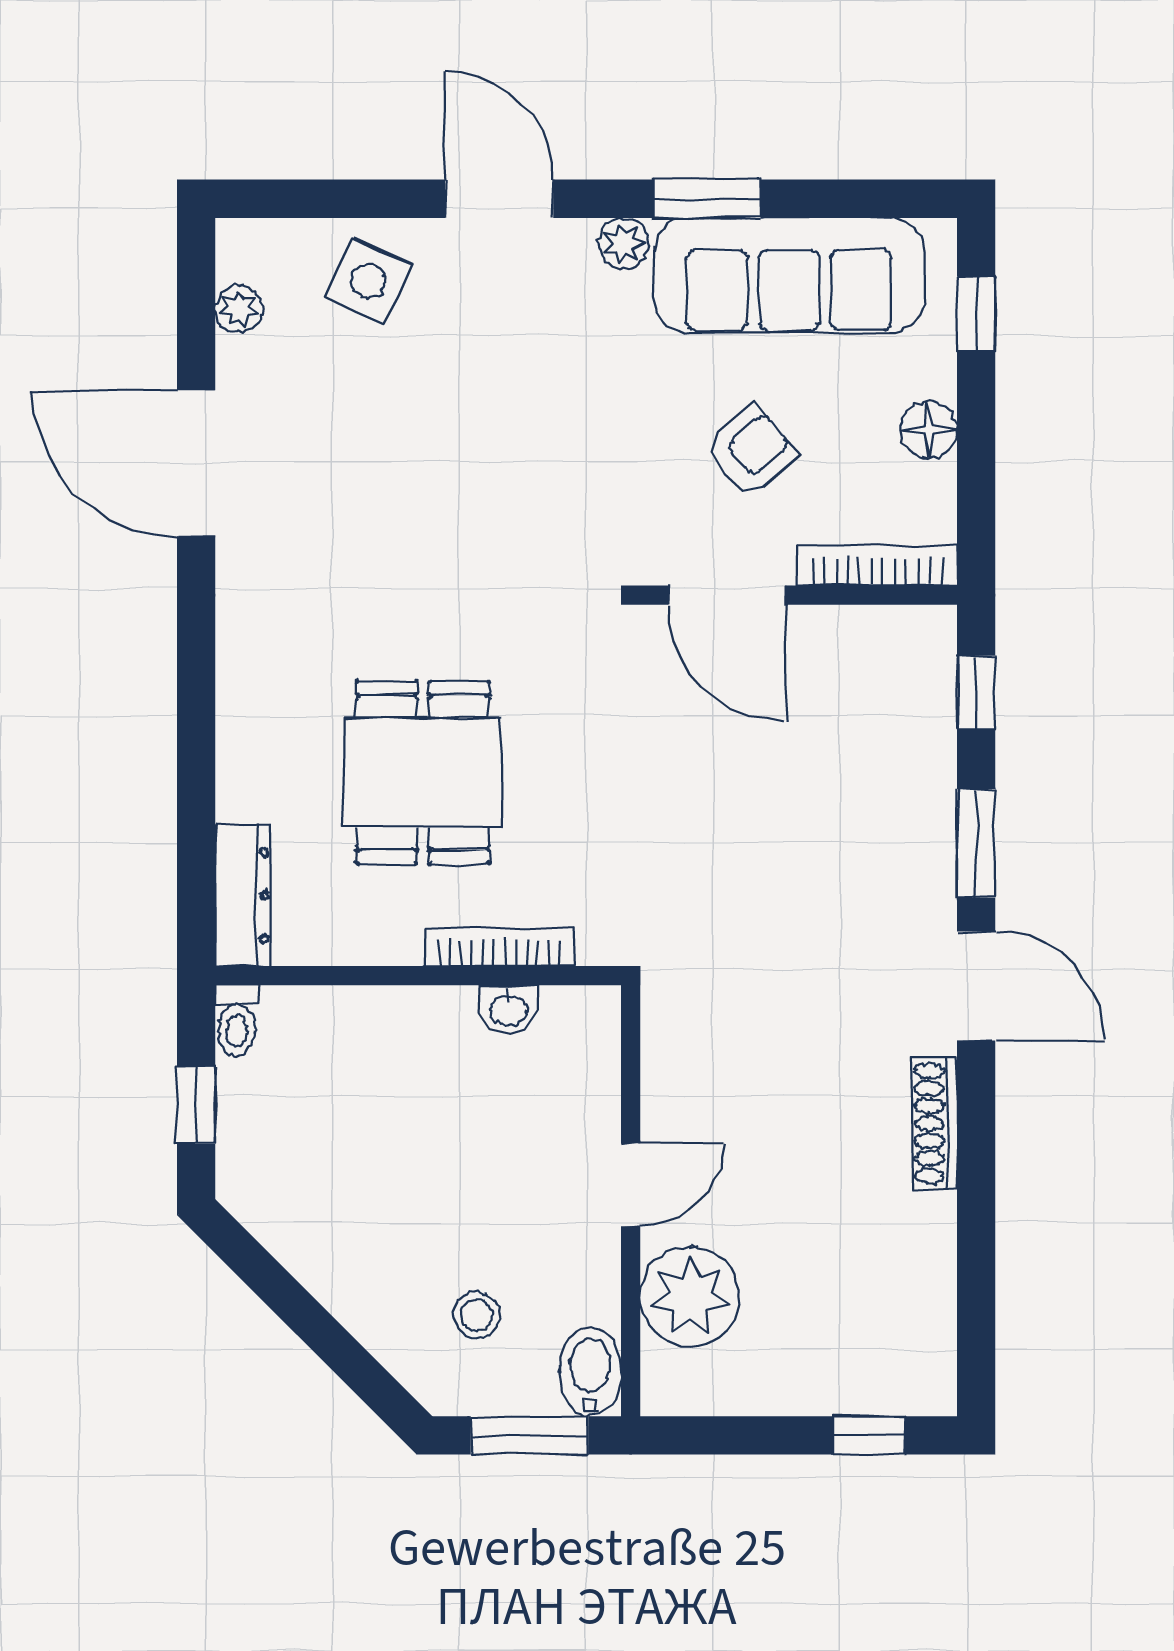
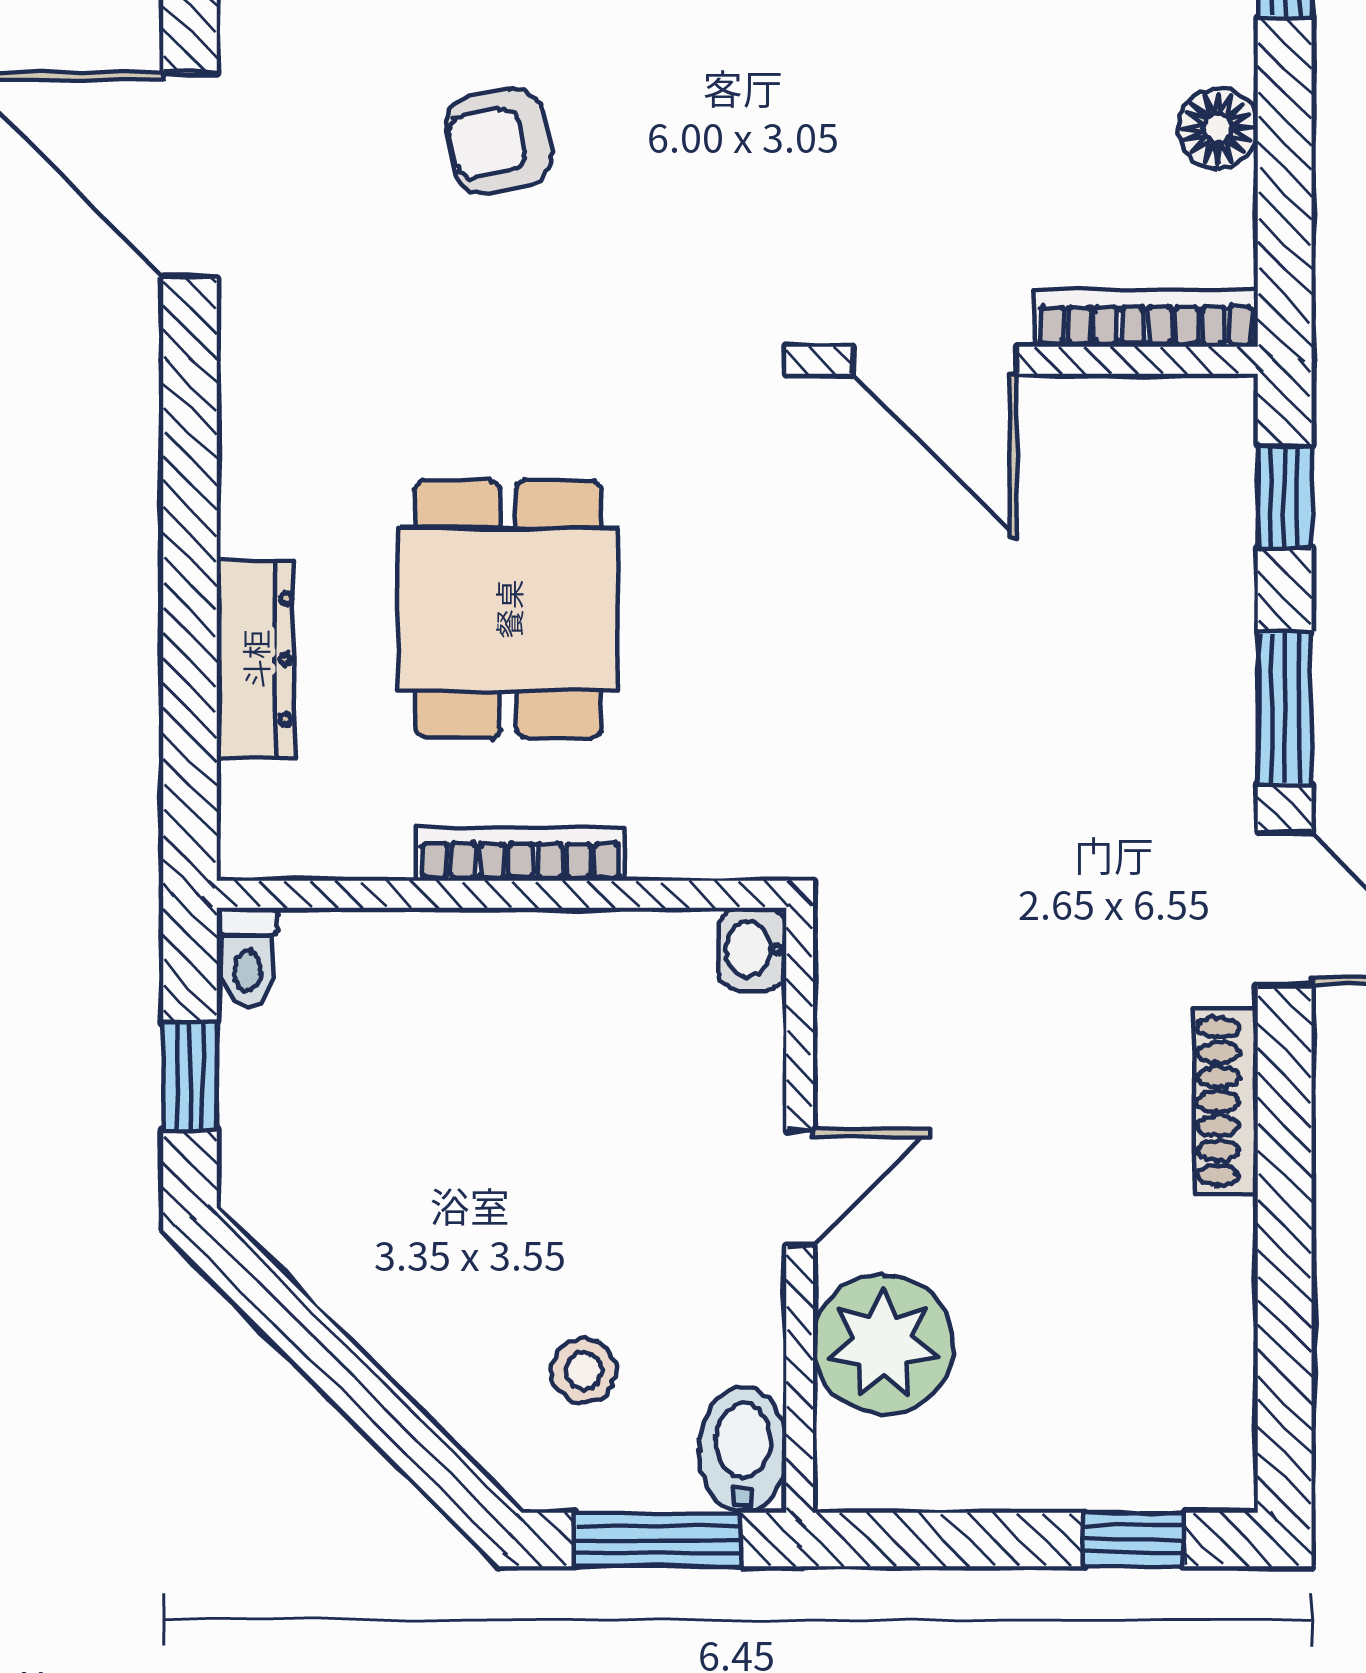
armchair: (751, 451) -> (498, 141), moved, turned -150
dresser: (243, 896) -> (255, 659), moved
bookcase: (499, 947) -> (521, 854), moved
washbasin: (509, 1009) -> (753, 949), moved, turned 90

